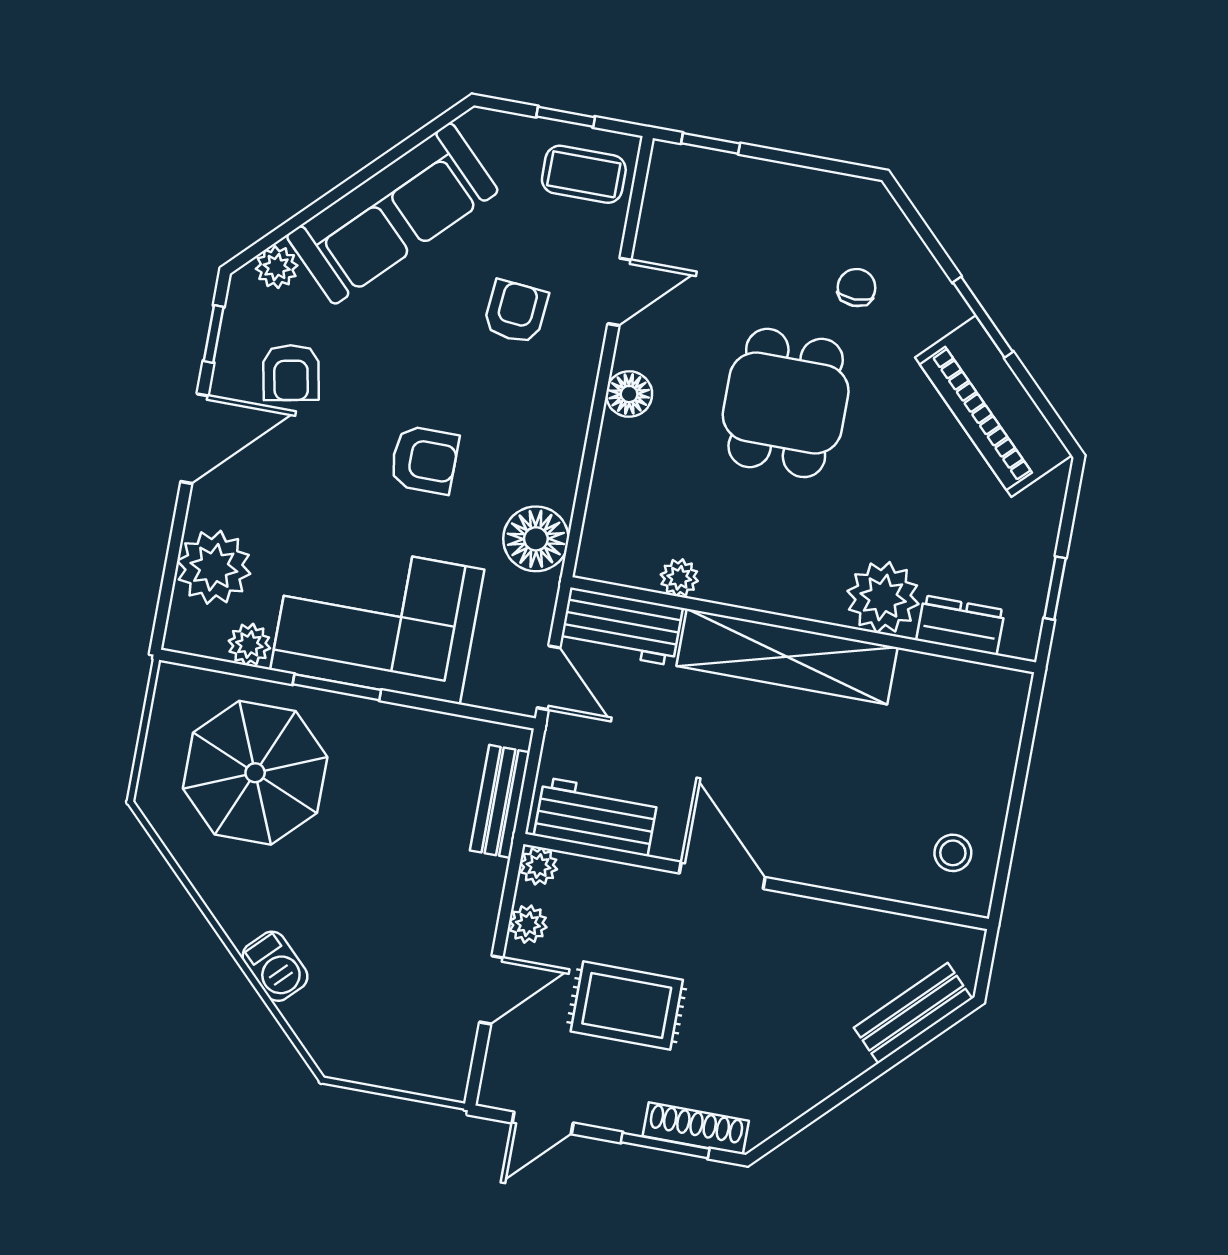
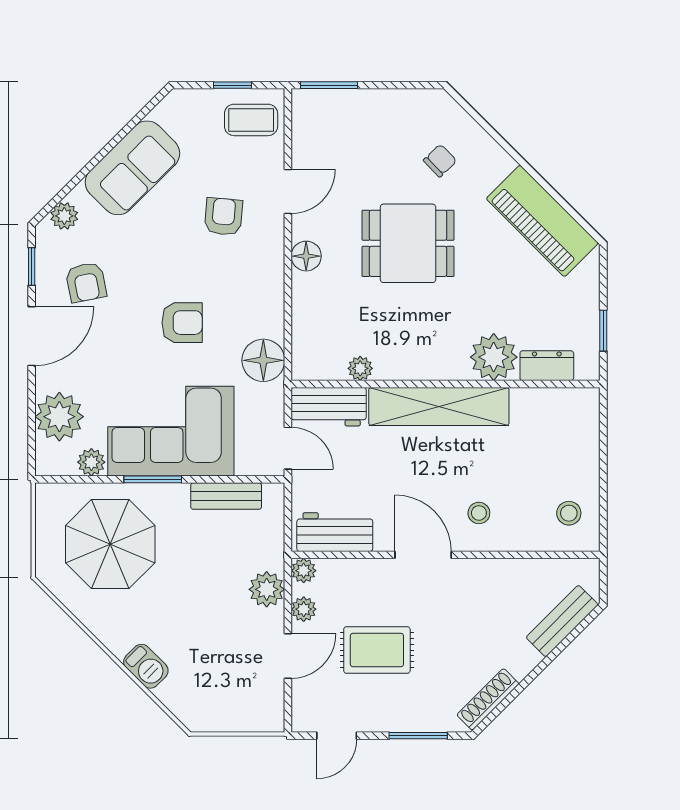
window: (711, 143) -> (329, 85), width x1.50
sofa: (392, 214) -> (132, 168), width x0.73
chair: (857, 288) -> (440, 161), turned 46
window: (983, 317) -> (525, 165), removed
dining table: (786, 403) -> (408, 243), turned 90
bench: (500, 801) -> (226, 496), moved, turned 90
stool: (818, 828) -> (479, 513), added
plant: (478, 884) -> (267, 589), added
shoe rack: (696, 1128) -> (488, 699), moved, turned -45

